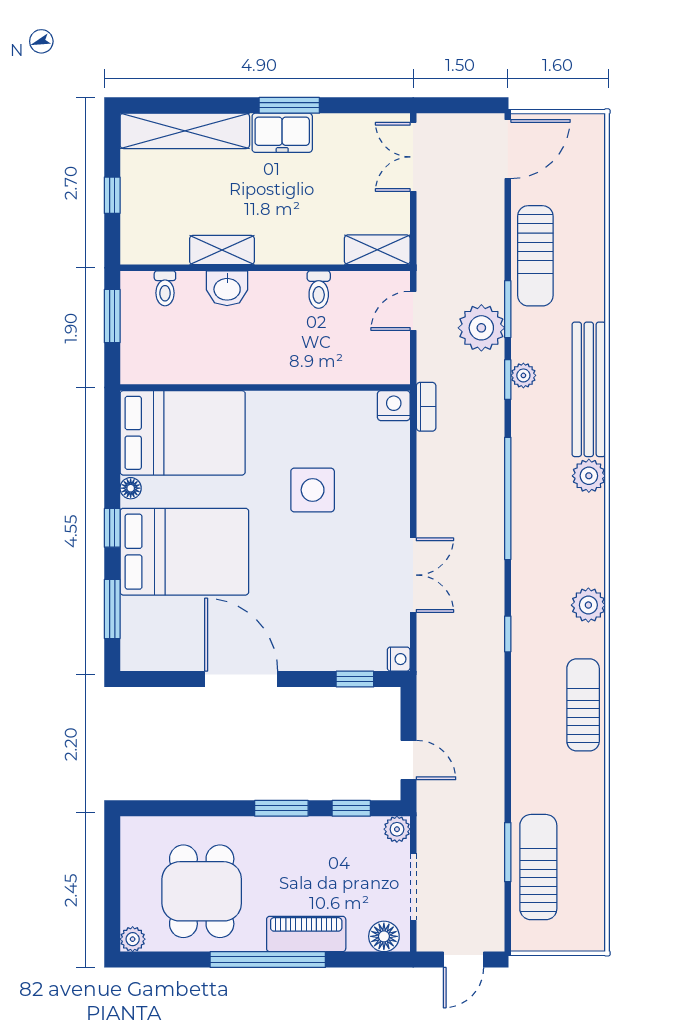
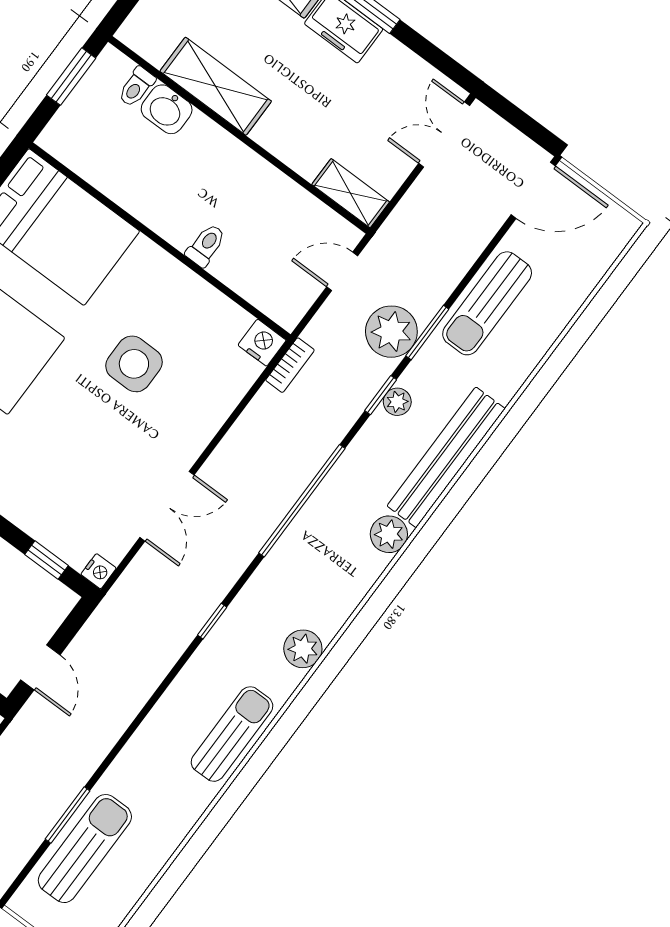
shelving: (222, 250) -> (216, 86), width x1.50, depth x1.33
washbasin: (227, 288) -> (167, 109), moved
toilet: (319, 290) -> (206, 245), moved, turned 180

